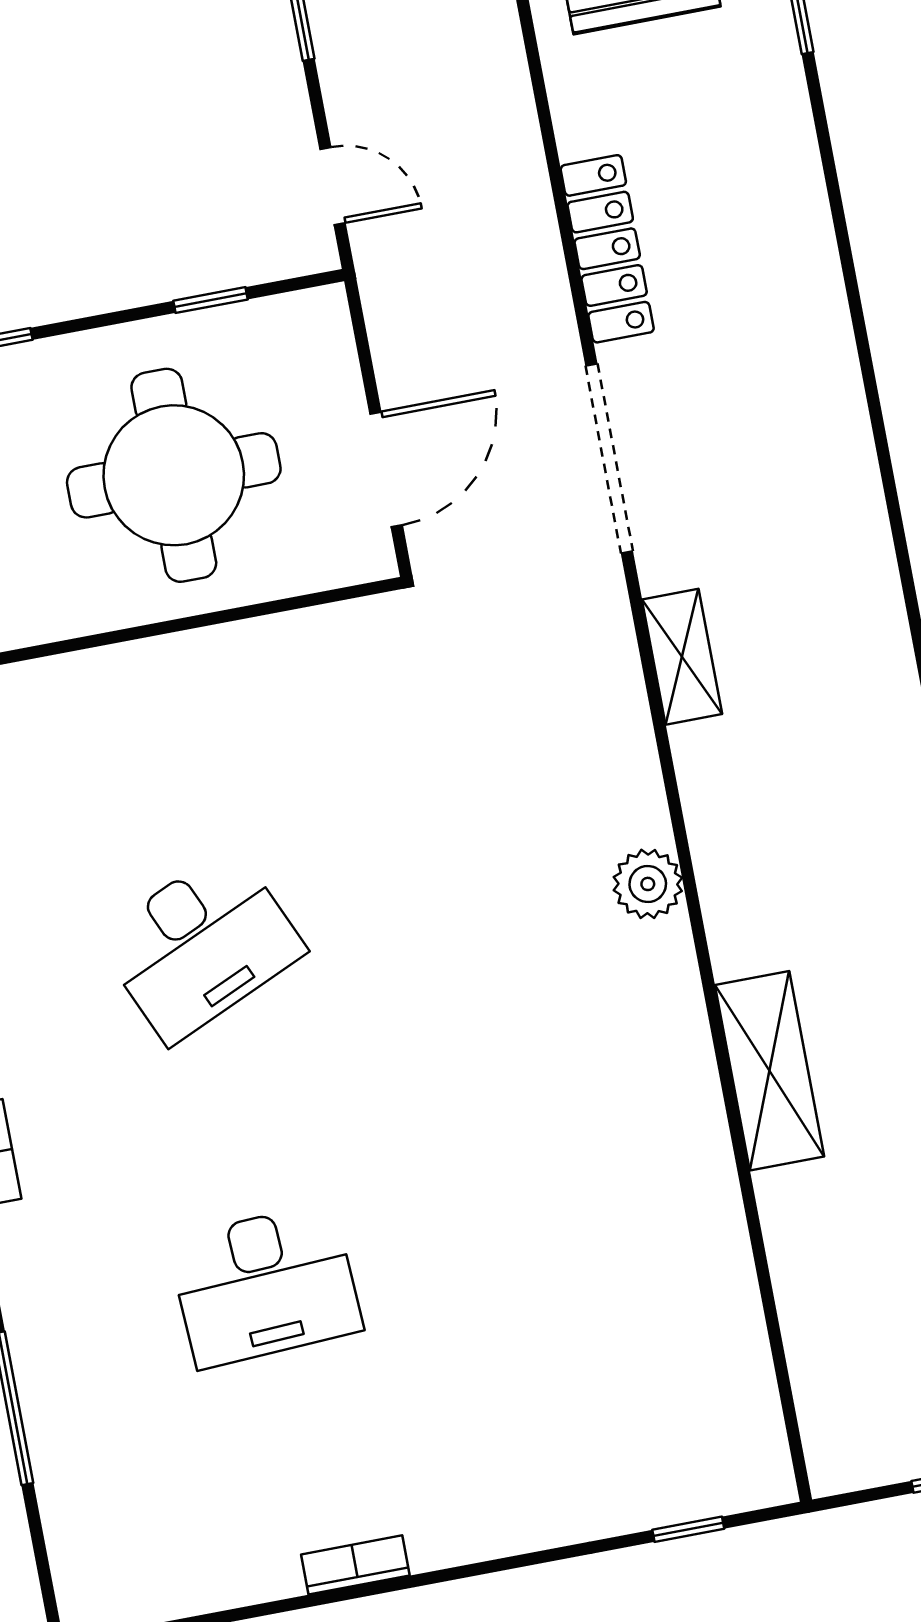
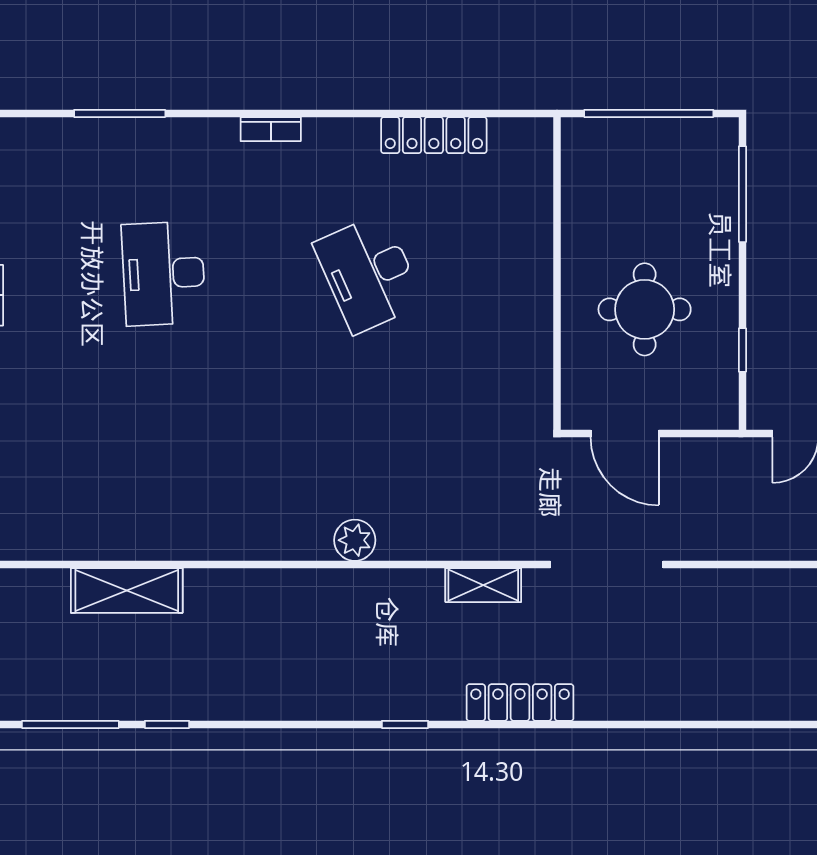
locker: (607, 249) -> (520, 703), moved, turned 180
round table: (174, 475) -> (645, 309), width x0.73, depth x0.73
shelving: (769, 1071) -> (127, 590), moved

